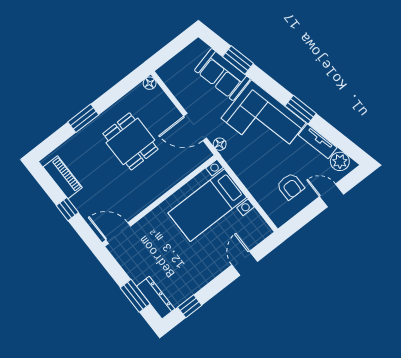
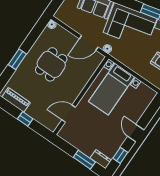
dining table: (130, 141) -> (51, 64), turned 90
door: (118, 233) -> (69, 114), moved
door: (245, 263) -> (136, 133), moved
dresser: (156, 298) -> (101, 159), width x0.70

